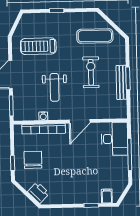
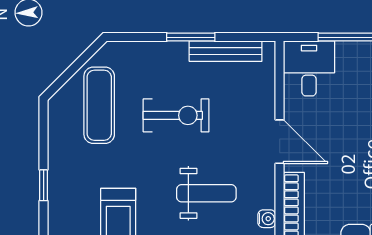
exercise bike: (91, 72) -> (176, 115), turned 180
bench: (121, 82) -> (226, 51), moved
desk: (115, 139) -> (309, 68), width x0.73

